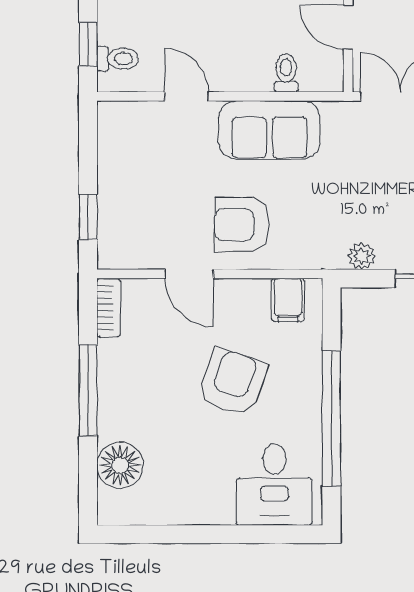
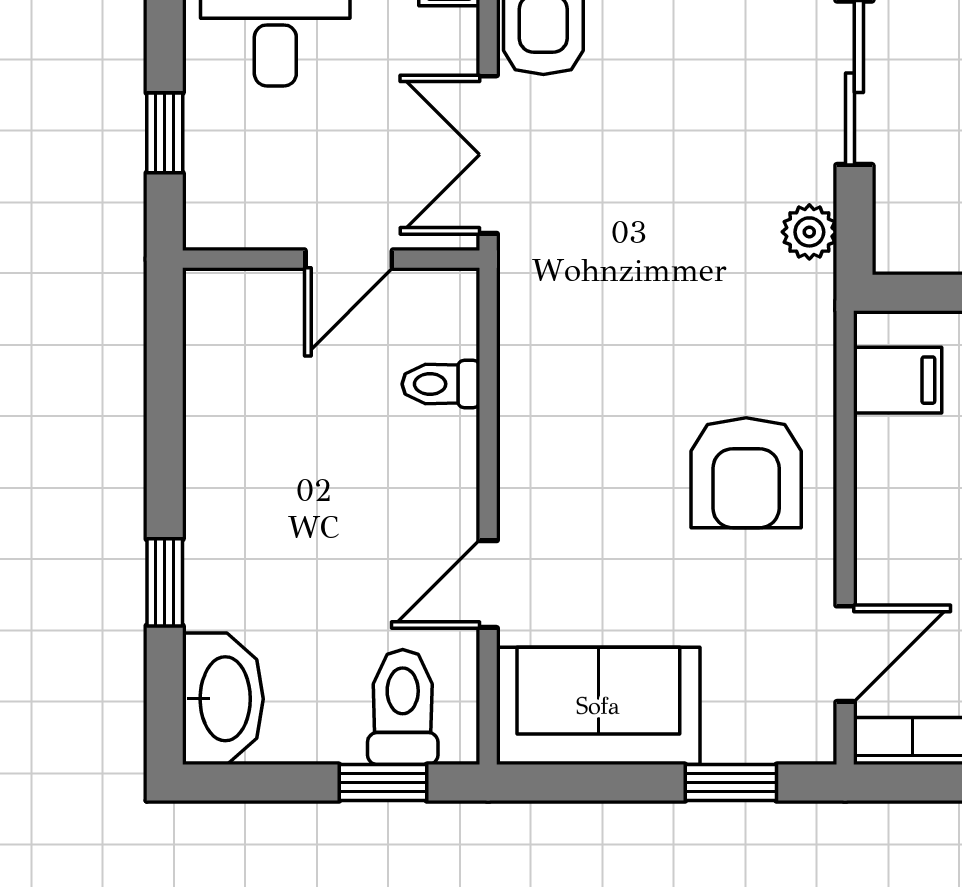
toilet: (118, 59) -> (403, 707), width x1.37, depth x1.39
sofa: (269, 130) -> (598, 706), moved, turned -90
door: (189, 274) -> (845, 654), moved

